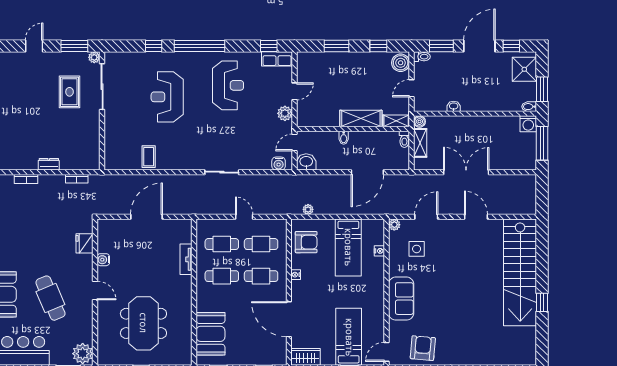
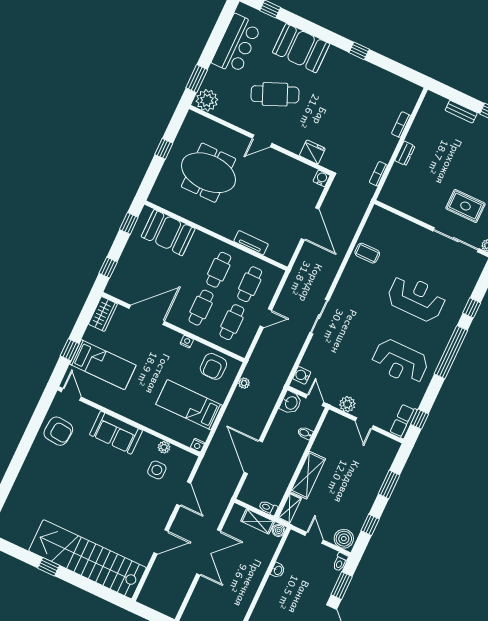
bidet: (344, 138) -> (305, 433), moved
plant: (394, 225) -> (164, 447), moved
nightstand: (379, 251) -> (198, 445), moved
water cooler: (103, 260) -> (322, 178), moved

